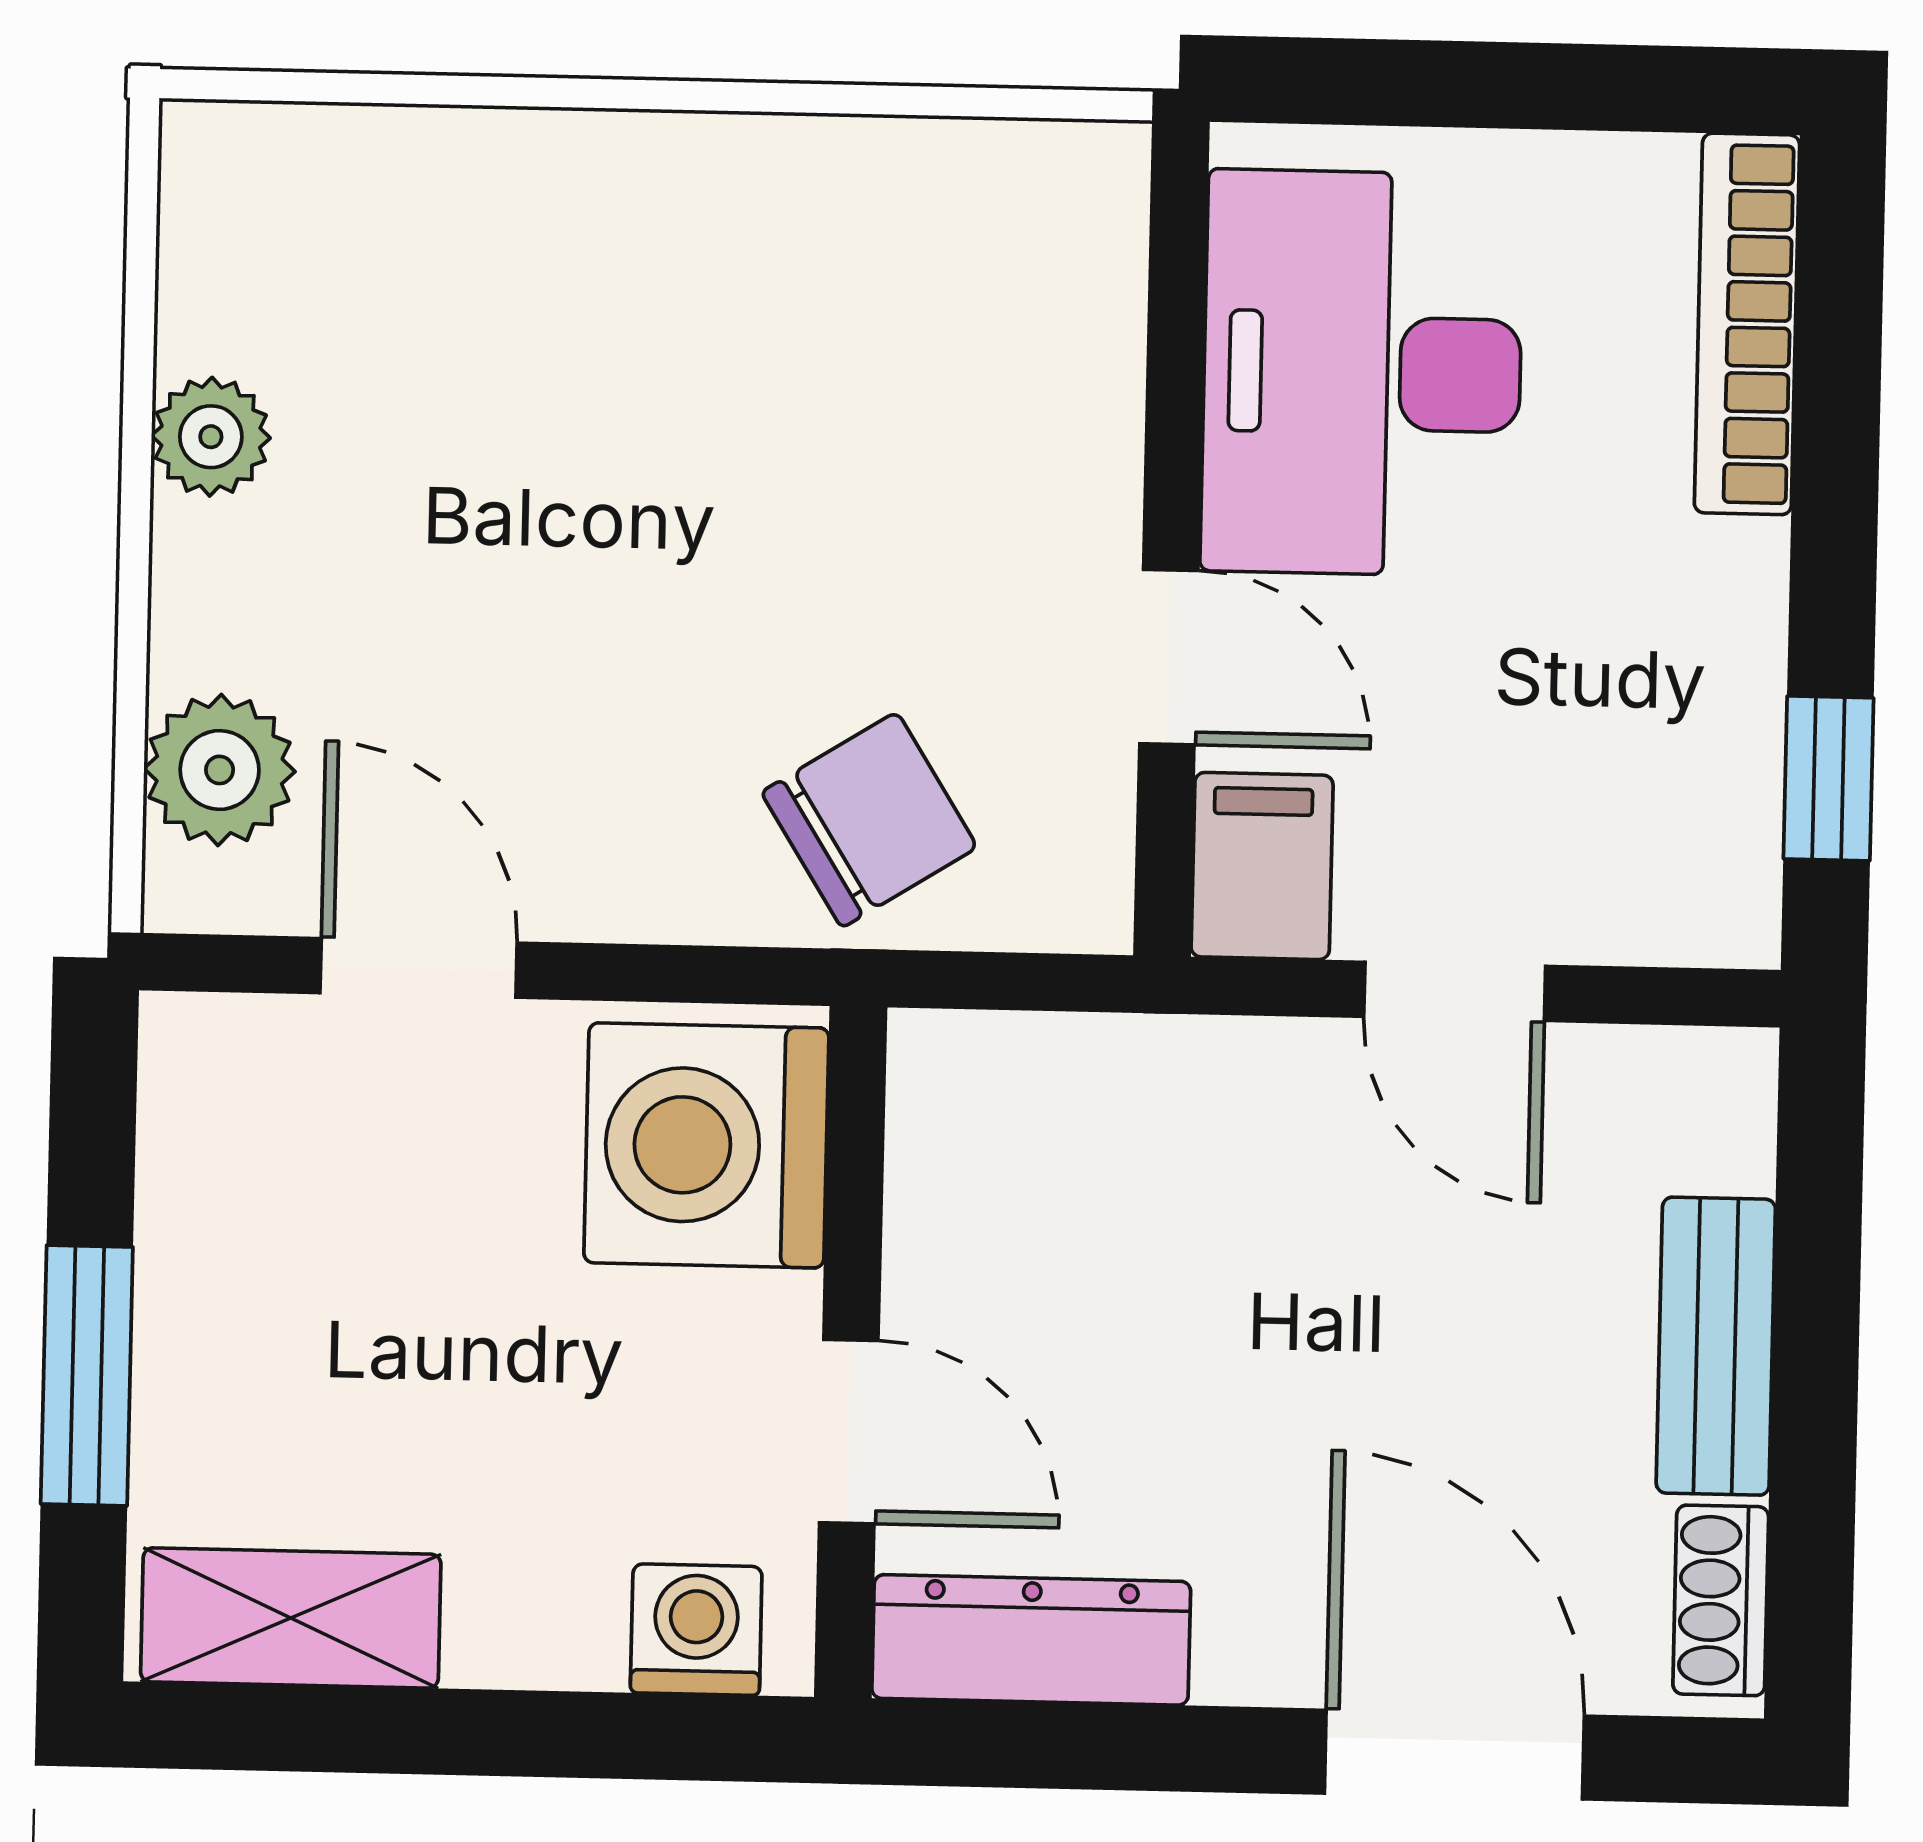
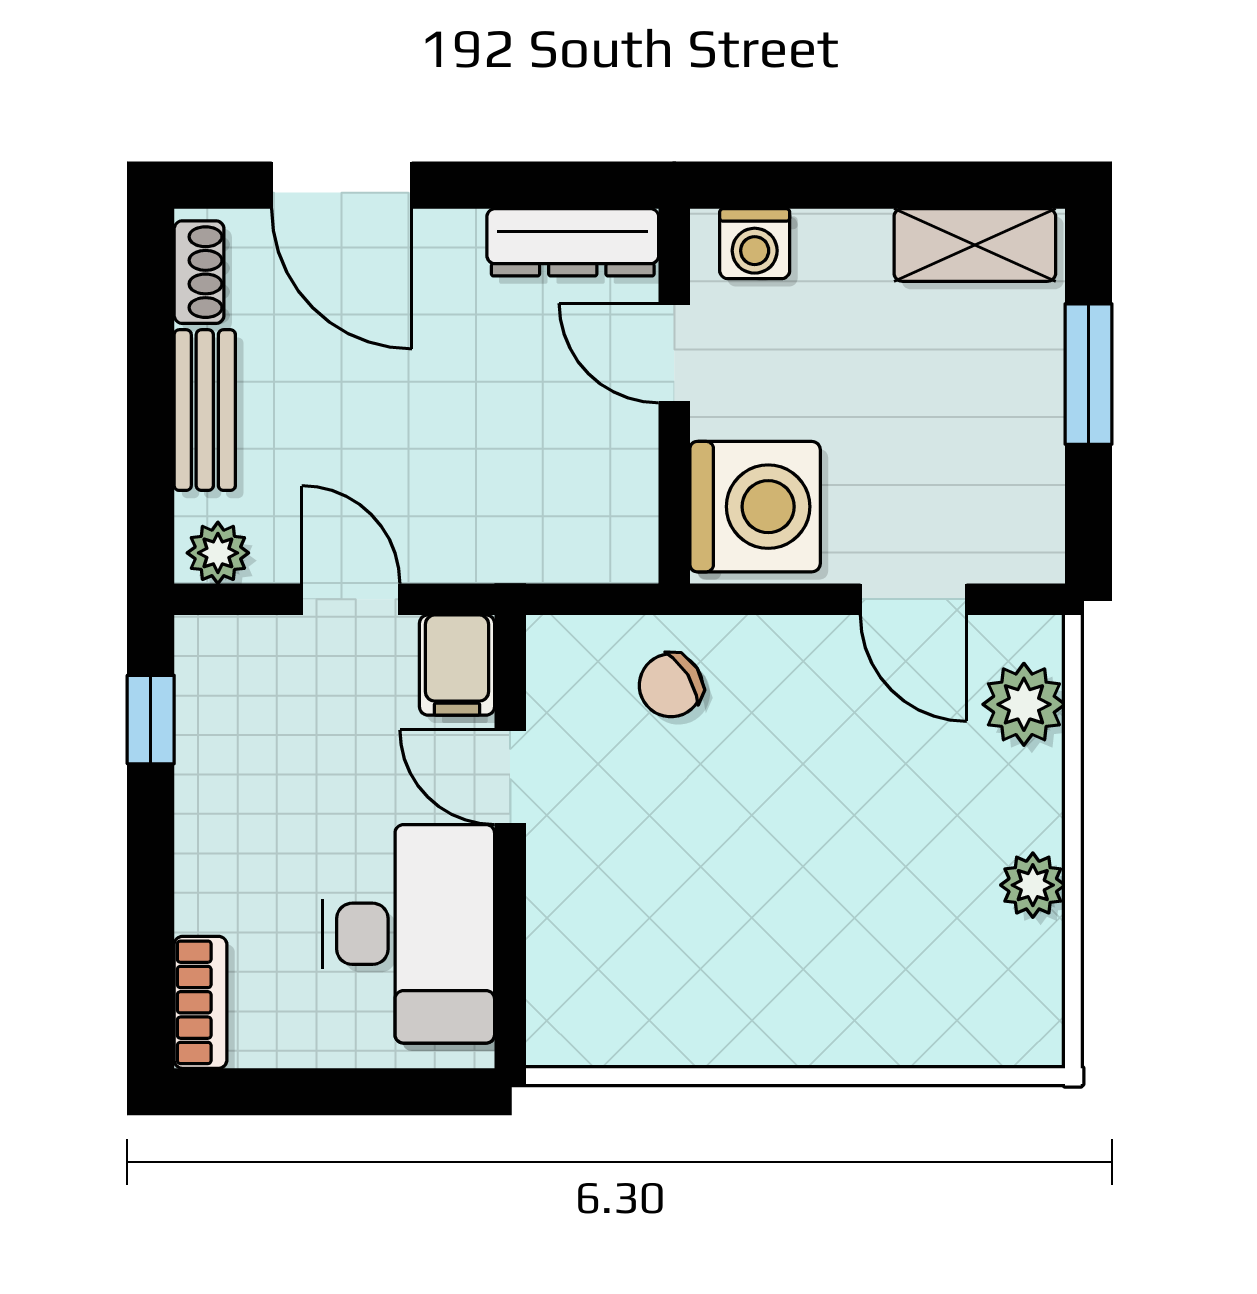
bookcase: (1747, 324) -> (201, 1002), width x0.64
chair: (869, 820) -> (671, 685), width x0.73, depth x0.73
plant: (1698, 1083) -> (218, 553), added

